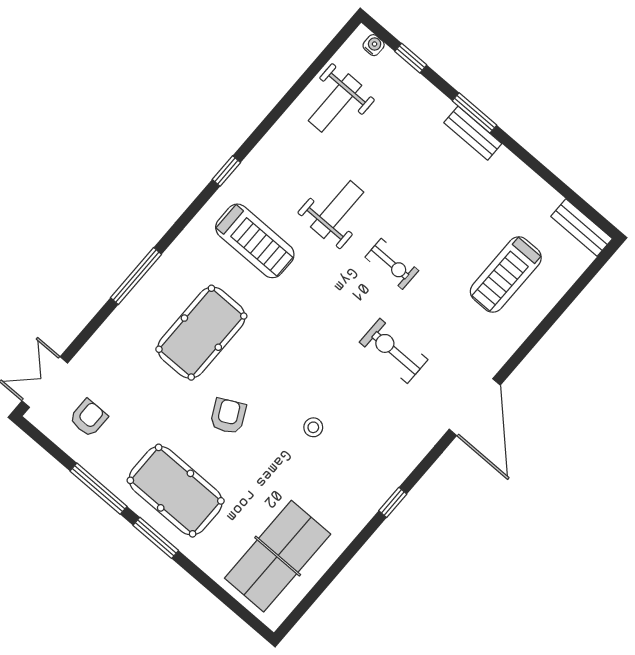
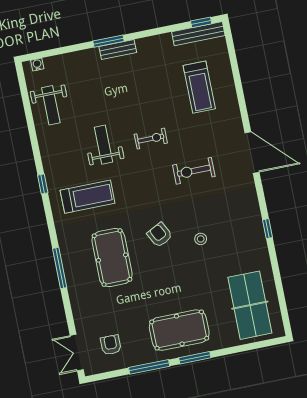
window: (411, 58) -> (201, 22), moved
bench: (582, 228) -> (198, 34), width x1.36
armchair: (228, 416) -> (160, 235), moved

